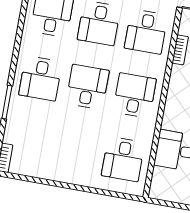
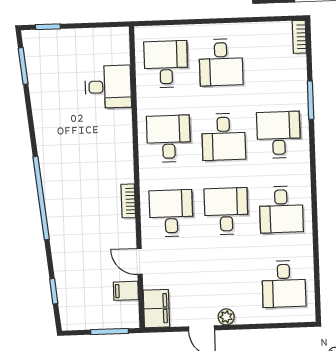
desk: (135, 95) -> (169, 139), turned 180
desk: (76, 151) -> (221, 62), added

